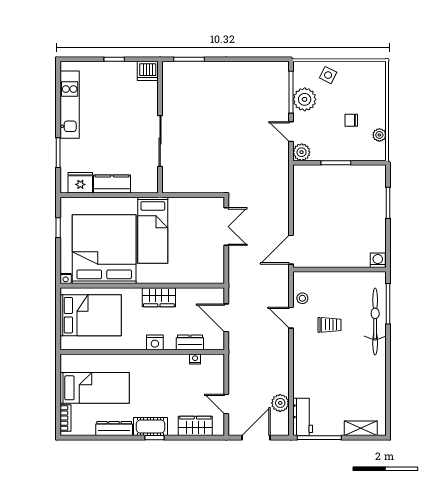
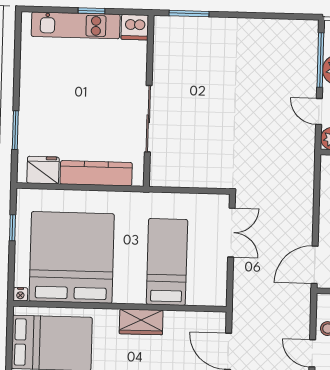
kitchen unit: (70, 105) -> (76, 25), moved, turned 90
kitchen counter: (112, 184) -> (96, 173), width x1.50
bed: (153, 230) -> (167, 262), moved, turned 180

